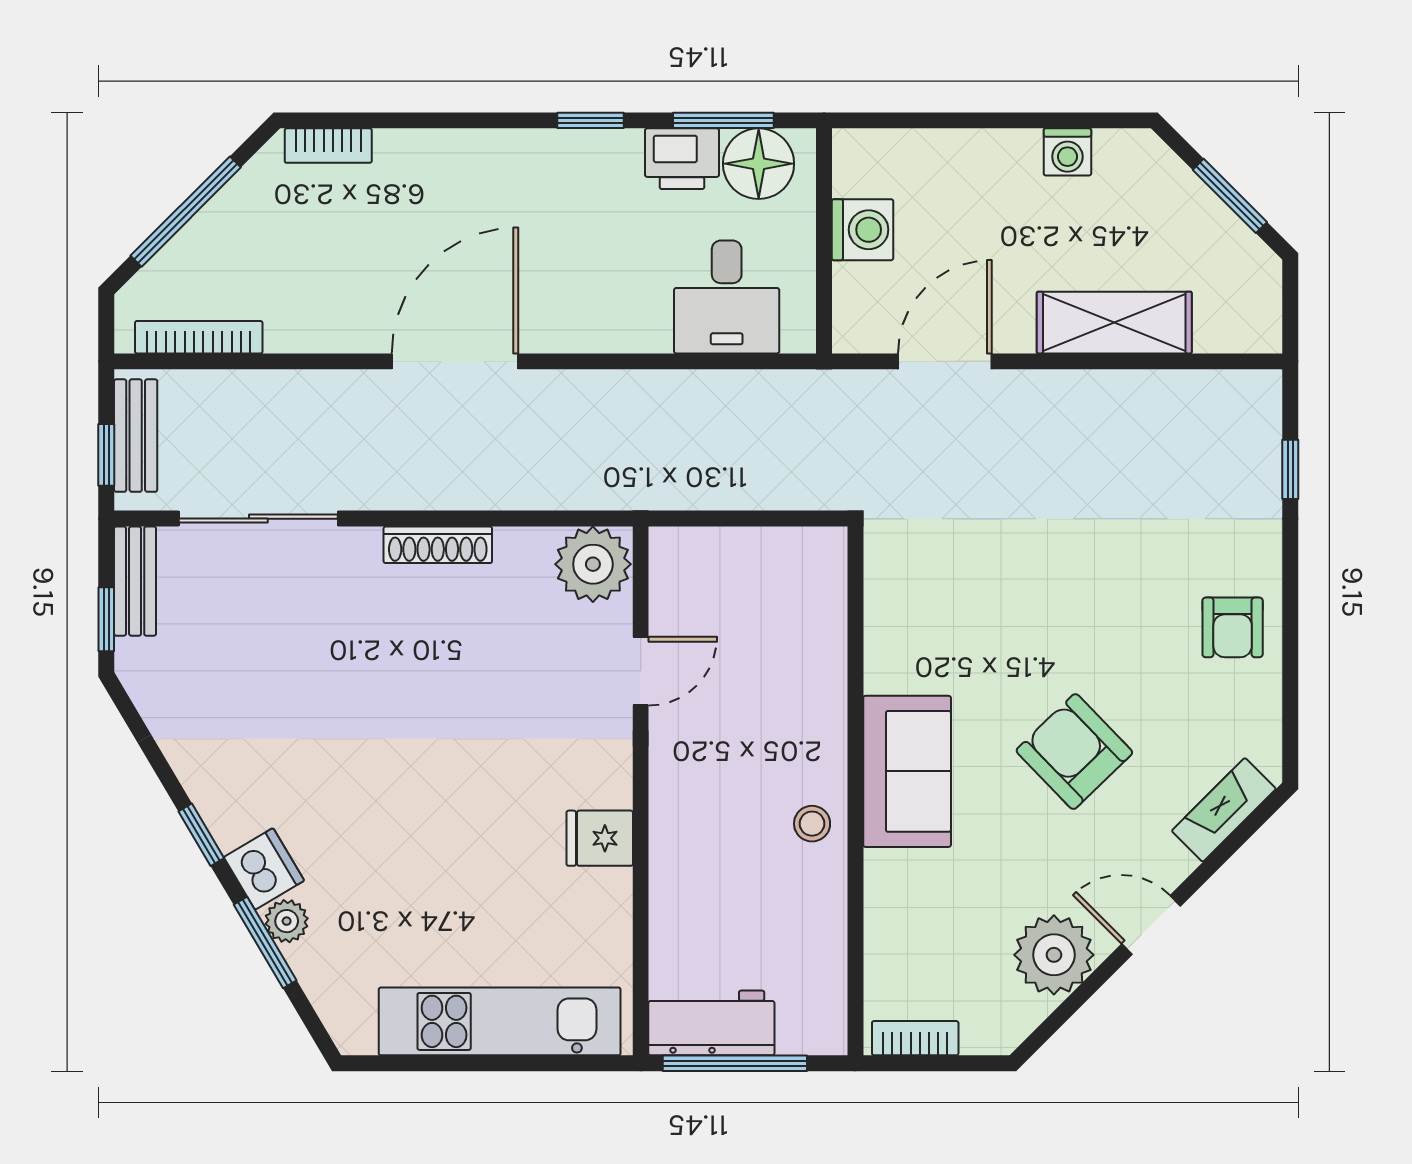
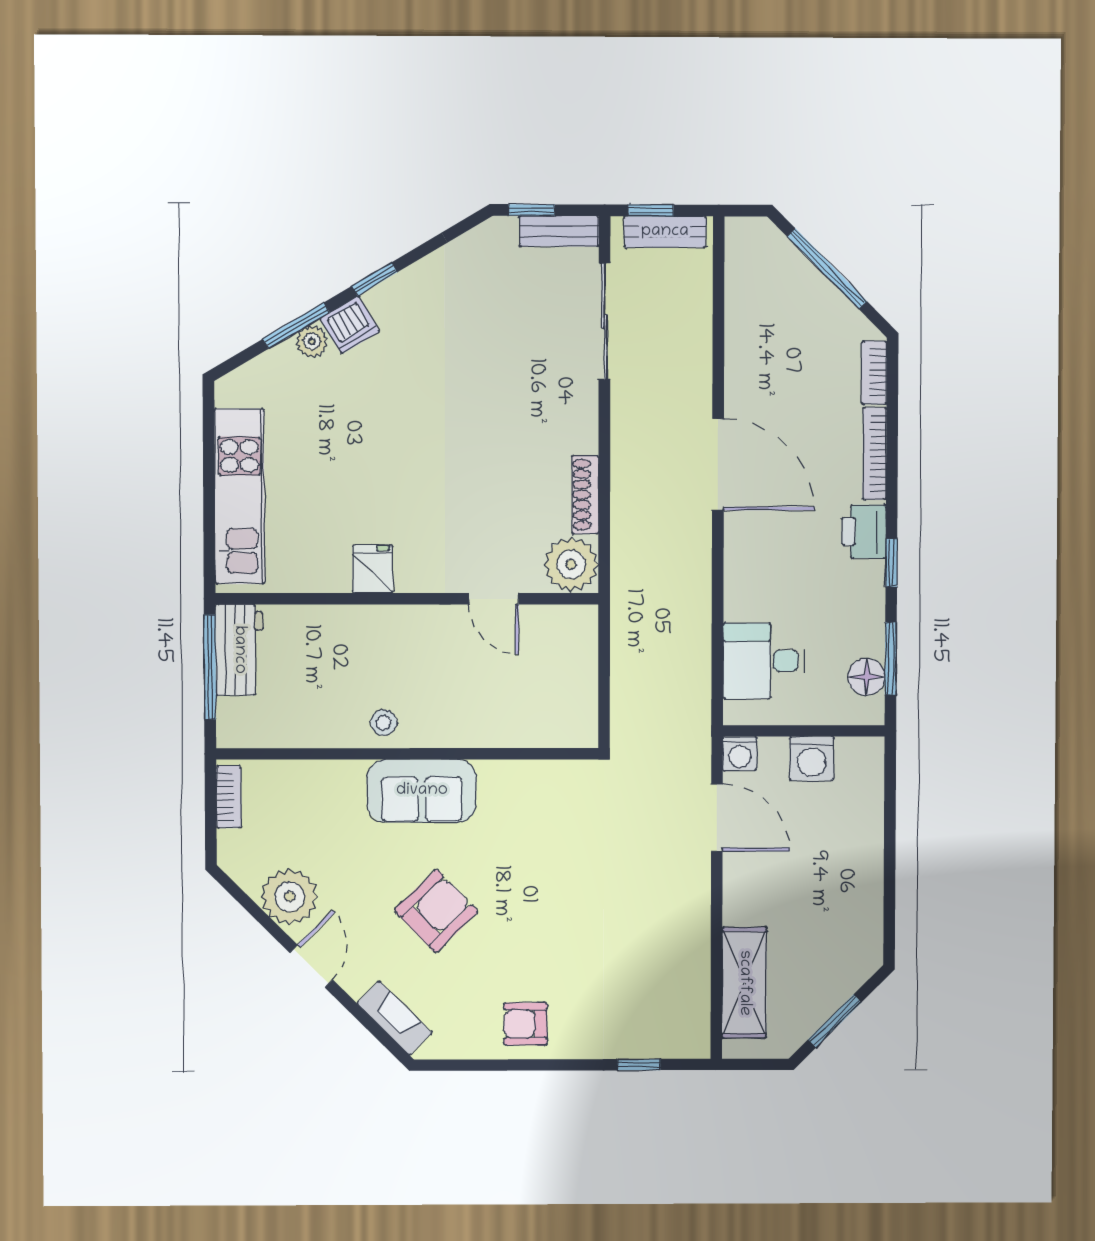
washing machine: (1067, 152) -> (740, 754), moved, turned -90
printer: (682, 159) -> (864, 532), moved
floor lamp: (759, 164) -> (867, 677), width x0.73, depth x0.73
shelving: (1114, 323) -> (744, 983), moved
bookcase: (199, 337) -> (875, 453), moved, turned 180
shoe rack: (438, 545) -> (585, 495), moved

